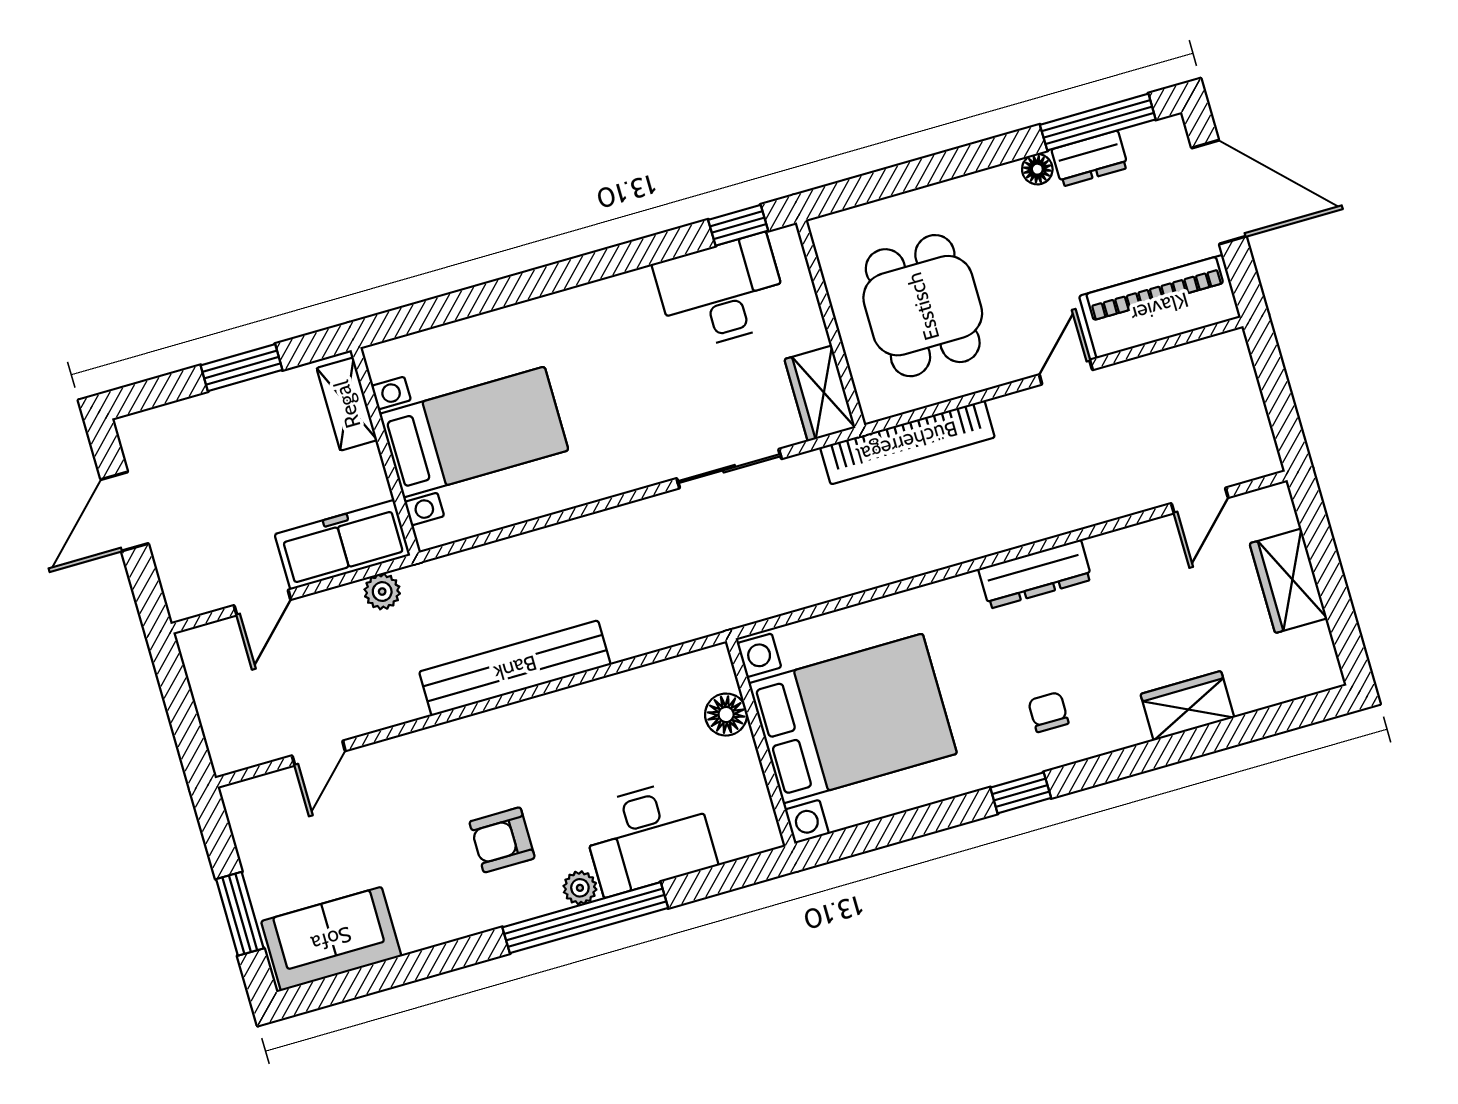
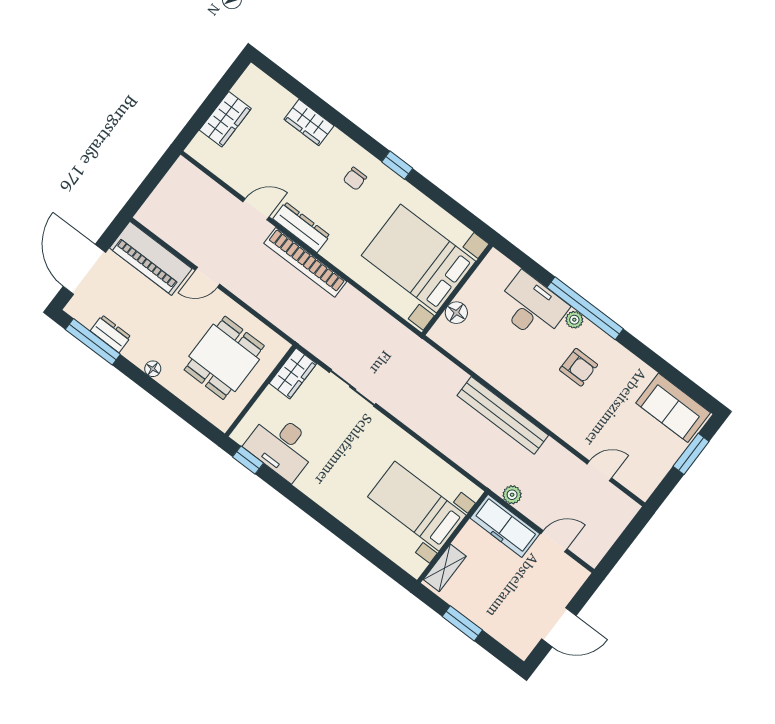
floor lamp: (1037, 169) -> (153, 369), moved
bookcase: (907, 442) -> (305, 262), moved, turned 180
door: (1200, 501) -> (256, 209), moved

